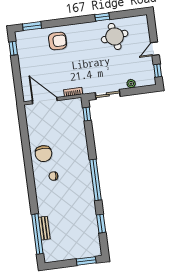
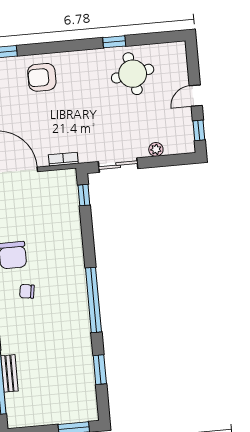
armchair: (58, 41) -> (42, 77), turned 180

